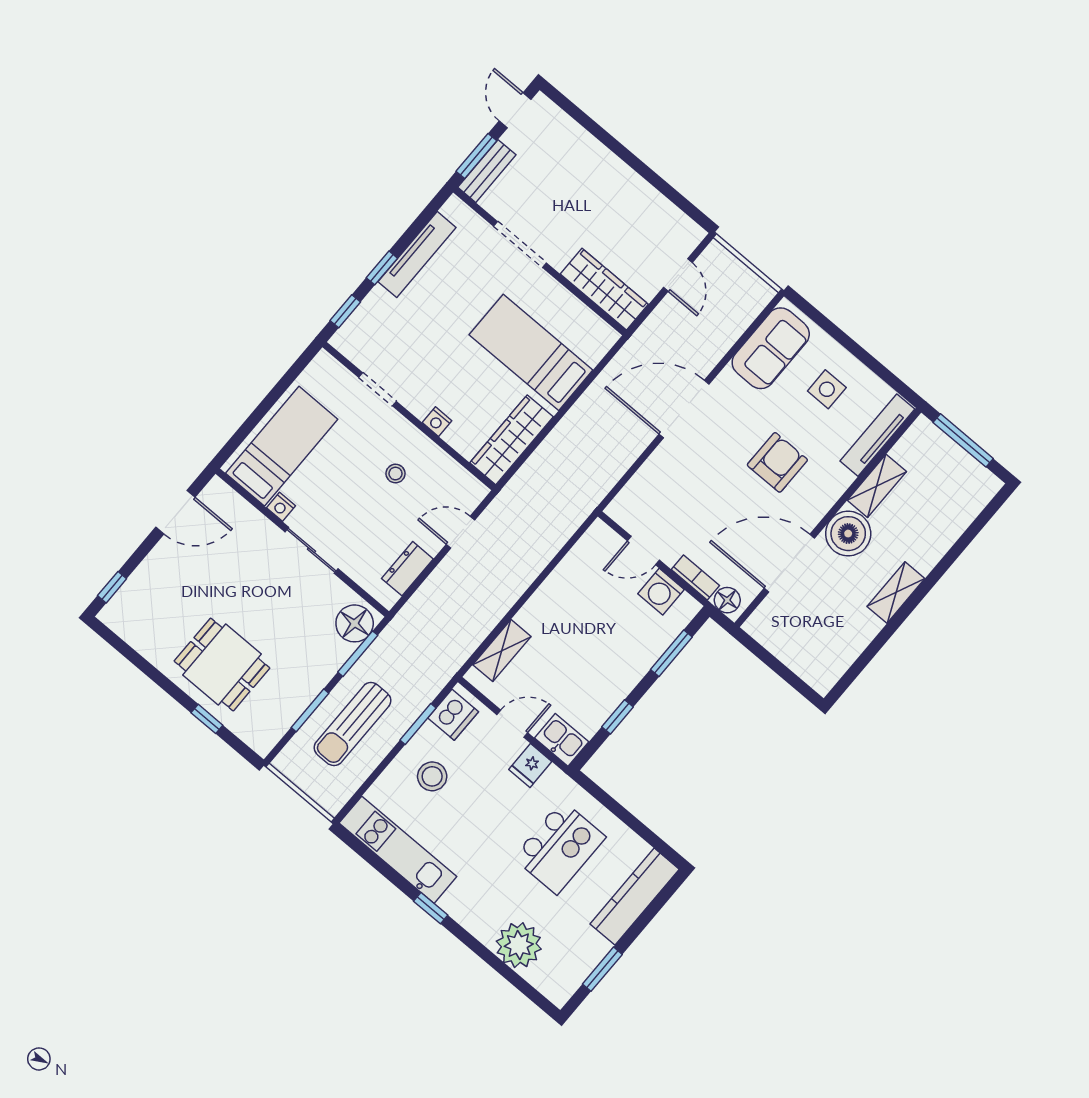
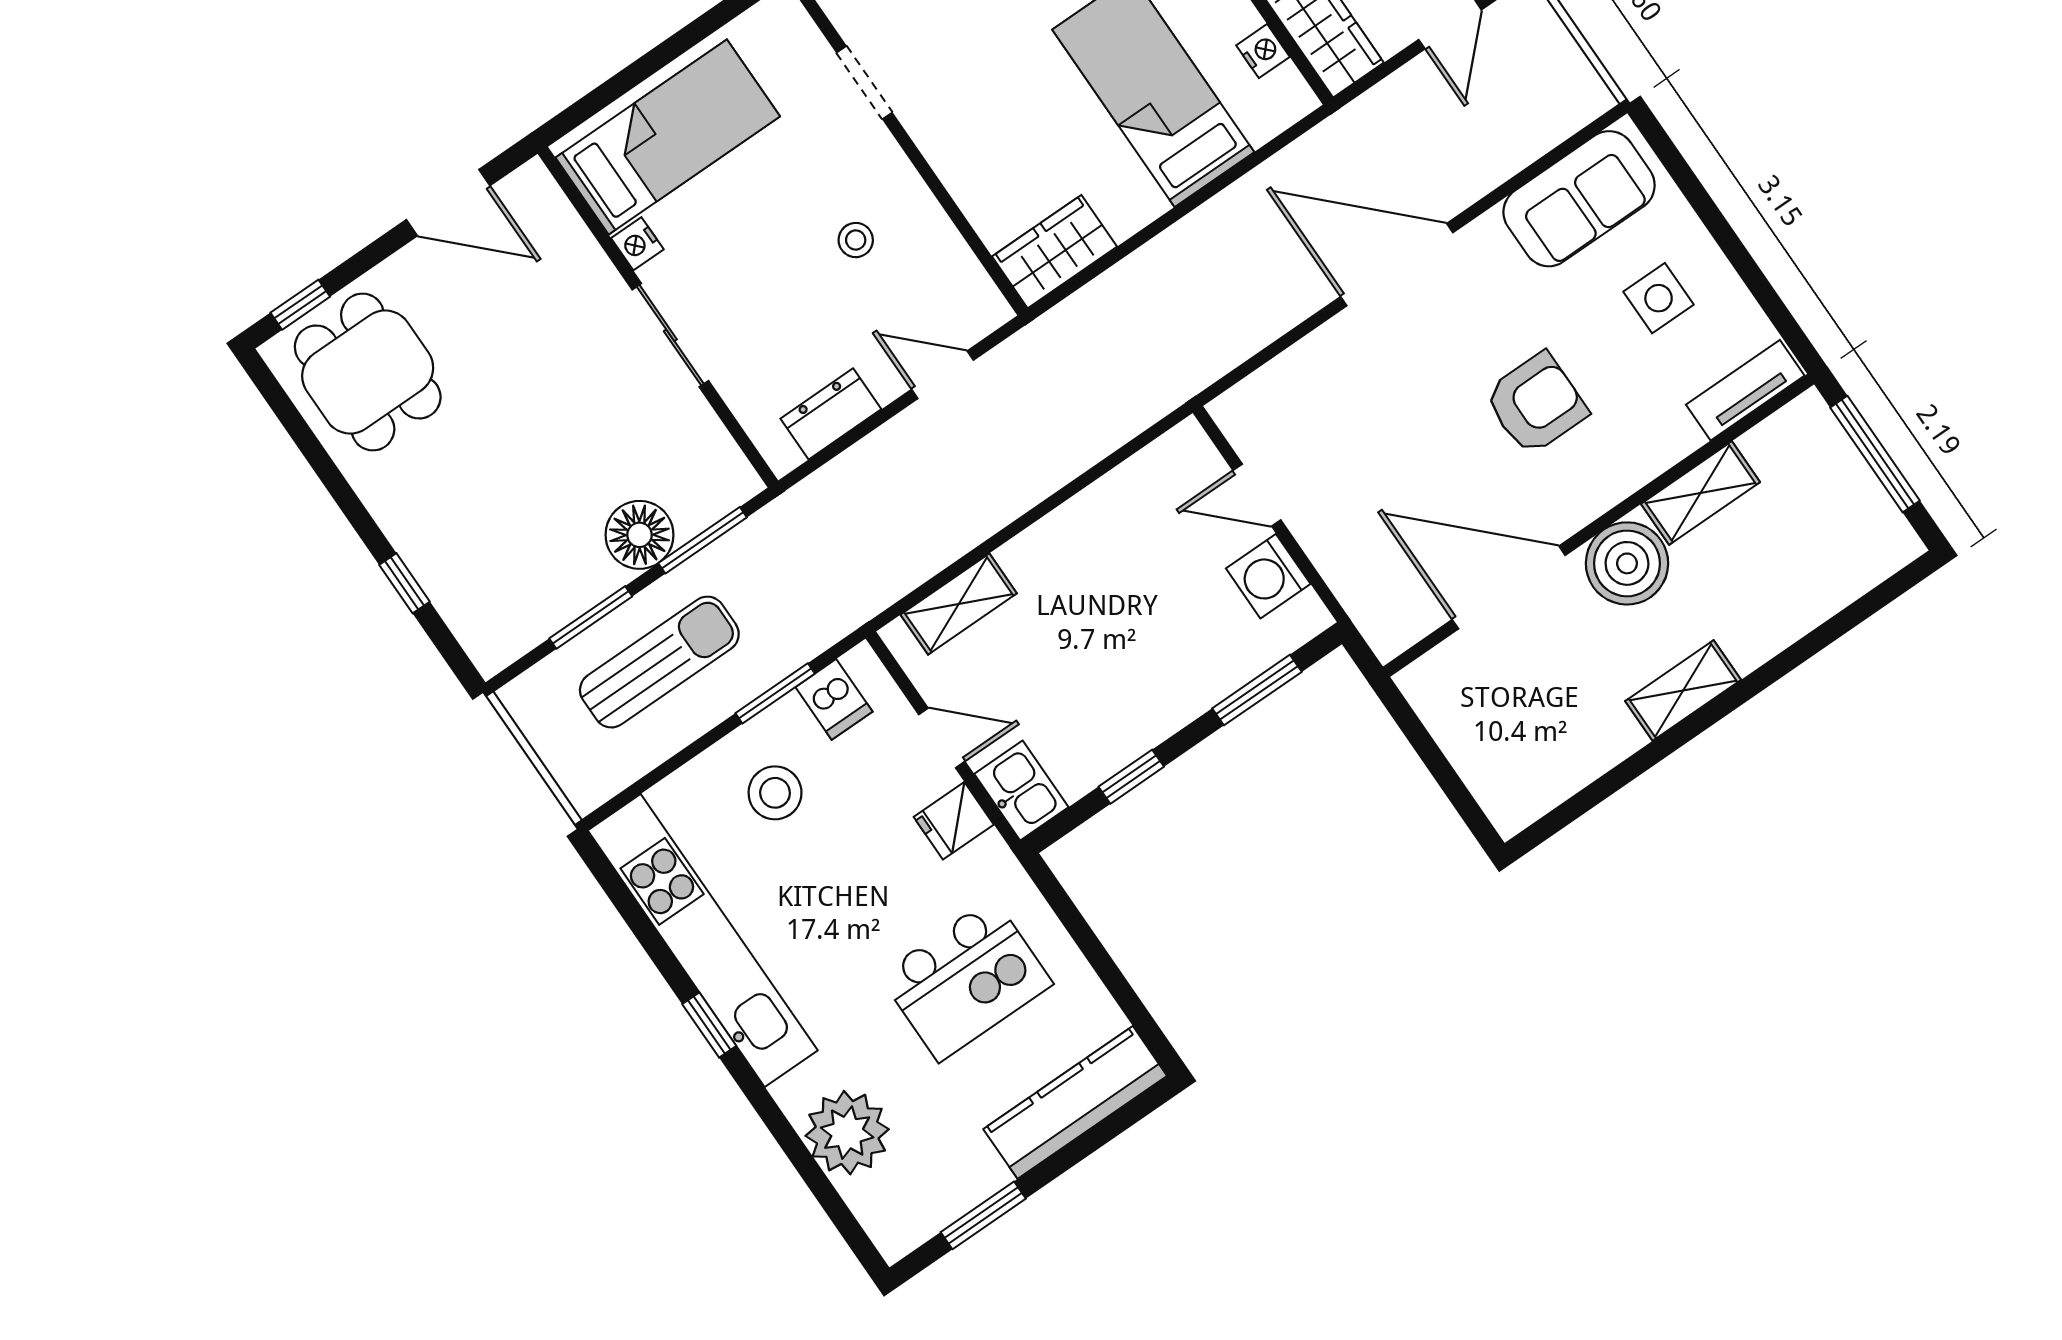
nightstand: (437, 422) -> (1263, 51), moved, turned 180
tv unit: (877, 435) -> (1745, 390), width x0.71
wardrobe: (512, 440) -> (1055, 252), width x0.67
bookcase: (695, 578) -> (1336, 568), removed
floor lamp: (727, 600) -> (1381, 623), removed
floor lamp: (355, 623) -> (640, 535), moved
dining table: (222, 665) -> (368, 372), moved
dishwasher: (453, 715) -> (834, 699), width x0.73
sun lounger: (352, 724) -> (659, 662), turned 180
kitchen unit: (398, 850) -> (703, 940), width x1.36

